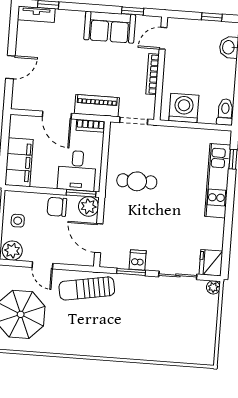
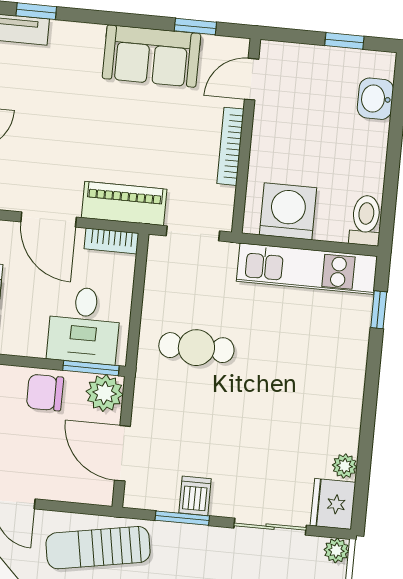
kitchen unit: (218, 181) -> (307, 269), moved, turned -90
plant: (217, 242) -> (345, 466), added

